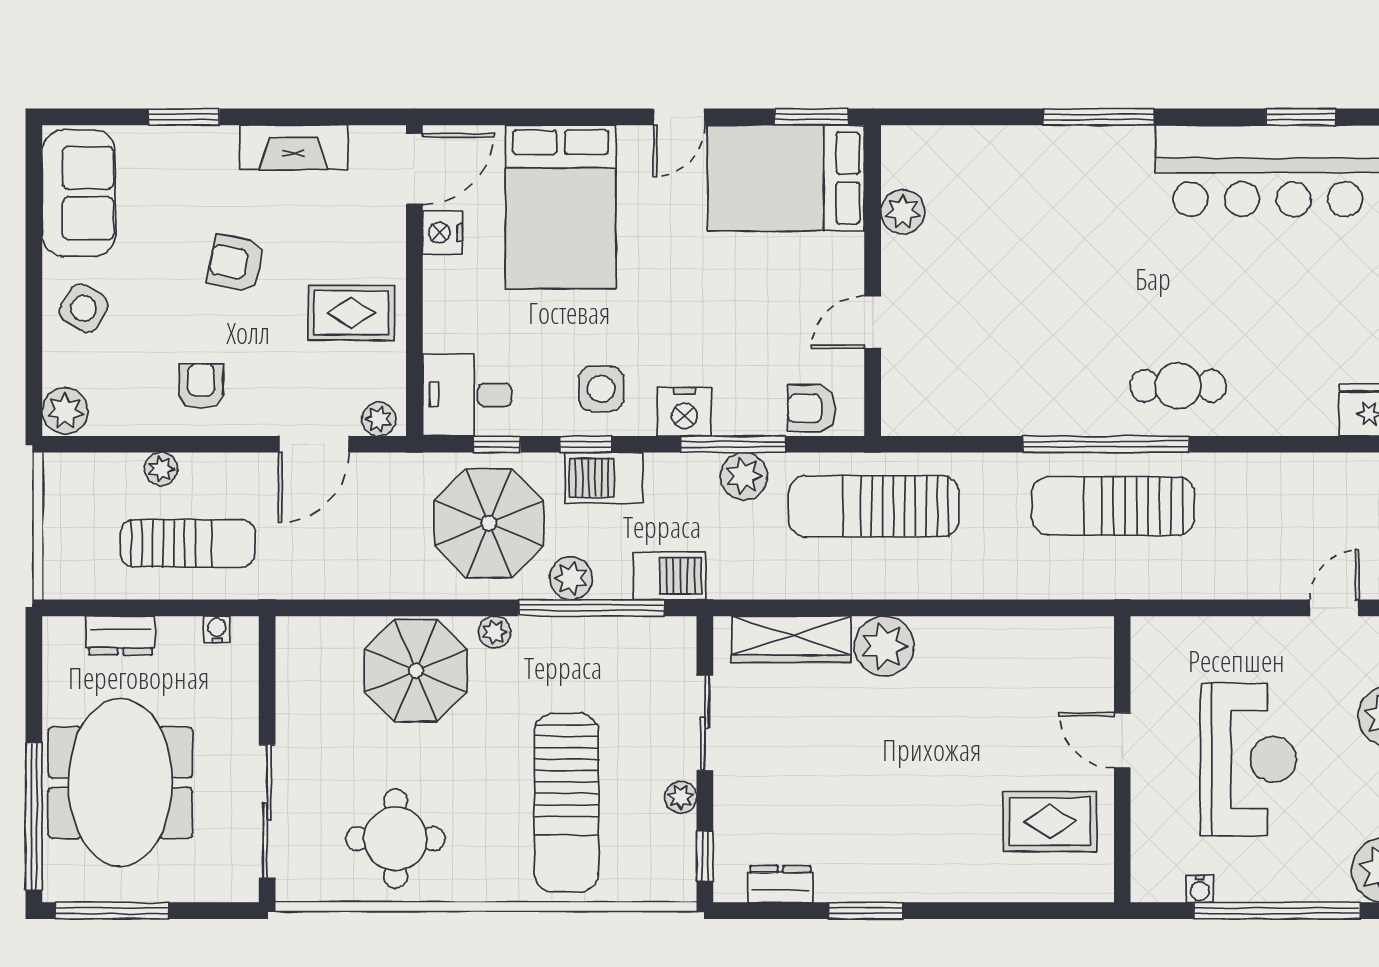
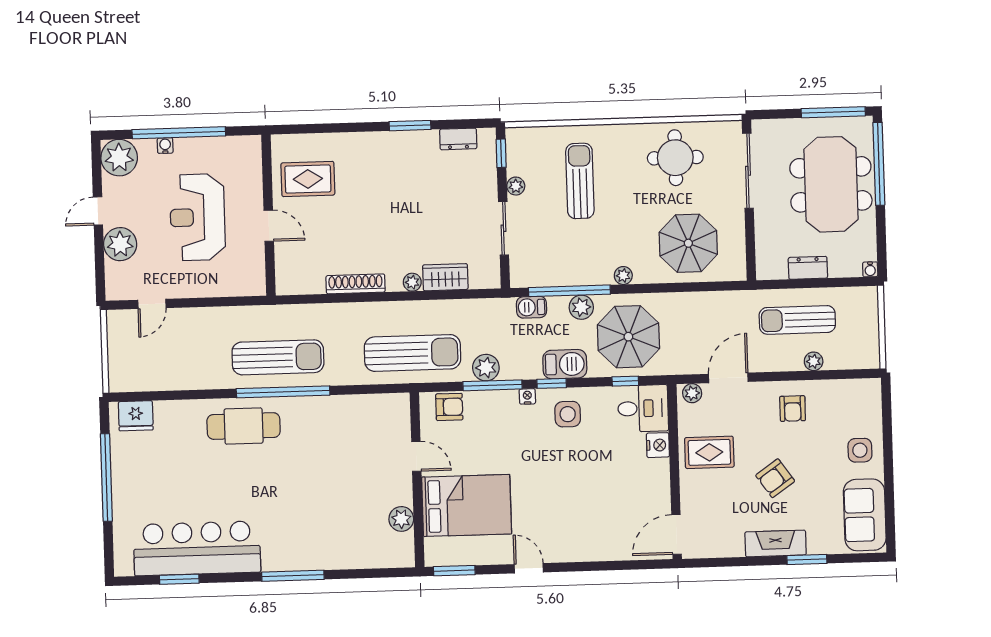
door: (679, 117) -> (529, 568), hinge flipped
fireplace: (294, 147) -> (776, 543), moved
bed: (786, 178) -> (467, 505), moved
bed: (561, 207) -> (594, 516), removed
nightstand: (443, 233) -> (658, 445), moved
armchair: (236, 263) -> (775, 478), turned 134
side table: (84, 308) -> (860, 450), turned -31
door: (873, 322) -> (416, 456), hinge flipped
cafe table: (1178, 386) -> (244, 426), width x1.37, depth x1.35
plant: (65, 411) -> (868, 392), removed
nightstand: (685, 412) -> (527, 396), width x0.53, depth x0.56
window: (586, 444) -> (552, 383), moved
barbecue: (669, 576) -> (532, 307), width x0.73, depth x0.79
water cooler: (217, 629) -> (870, 269), moved
shoe rack: (971, 632) -> (356, 284), added
dresser: (120, 635) -> (808, 268), moved
wardrobe: (791, 639) -> (445, 277), width x0.67
plant: (884, 646) -> (412, 282), width x0.53, depth x0.53
parasol: (416, 671) -> (688, 243), moved
sun lounger: (566, 803) -> (580, 181), width x0.73, depth x0.75
water cooler: (1200, 889) -> (165, 146), moved

